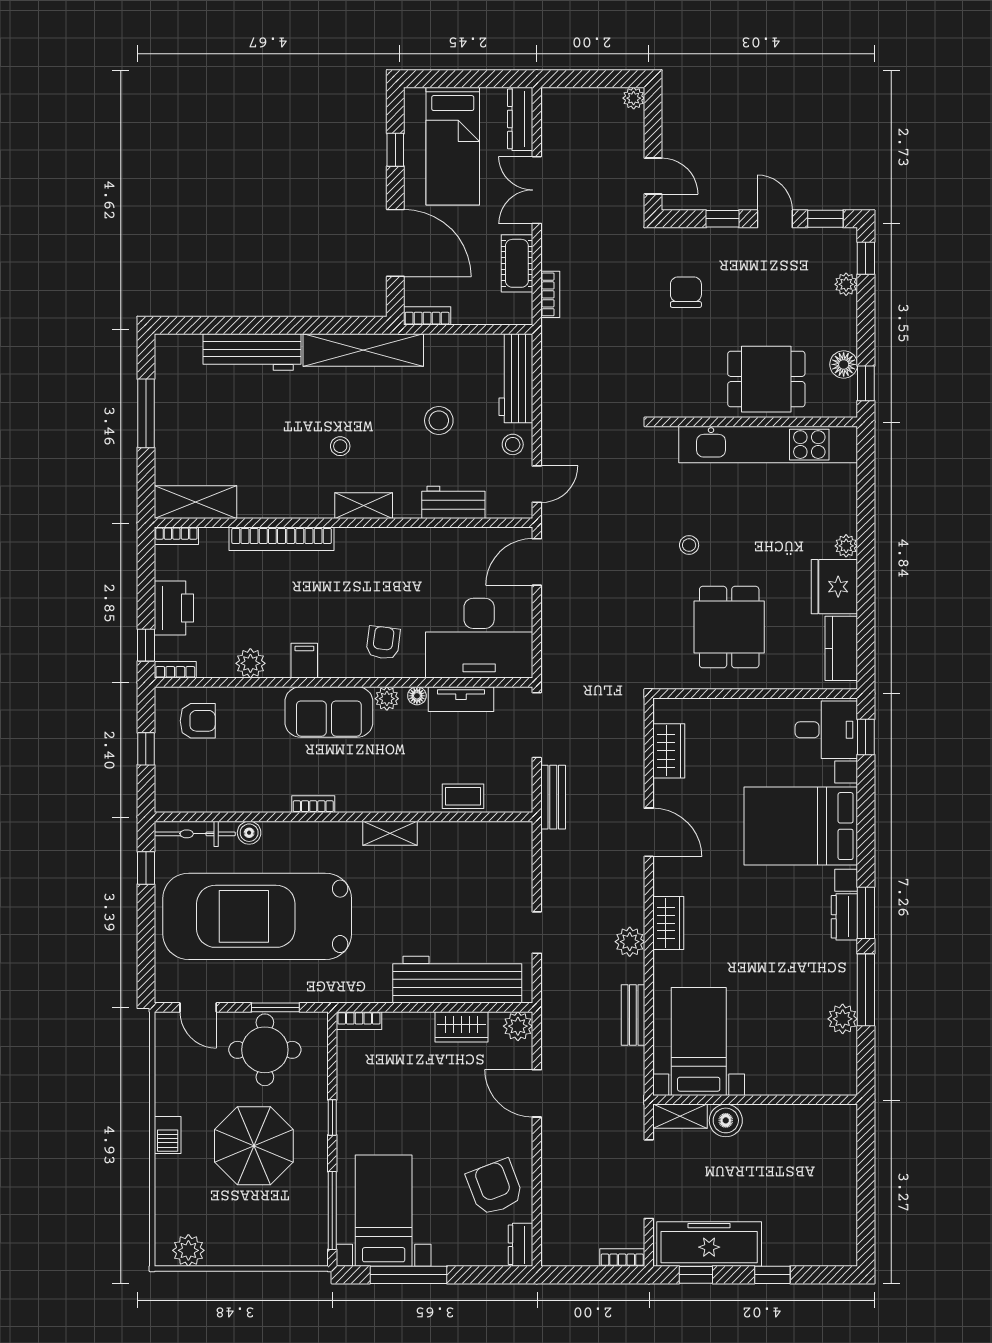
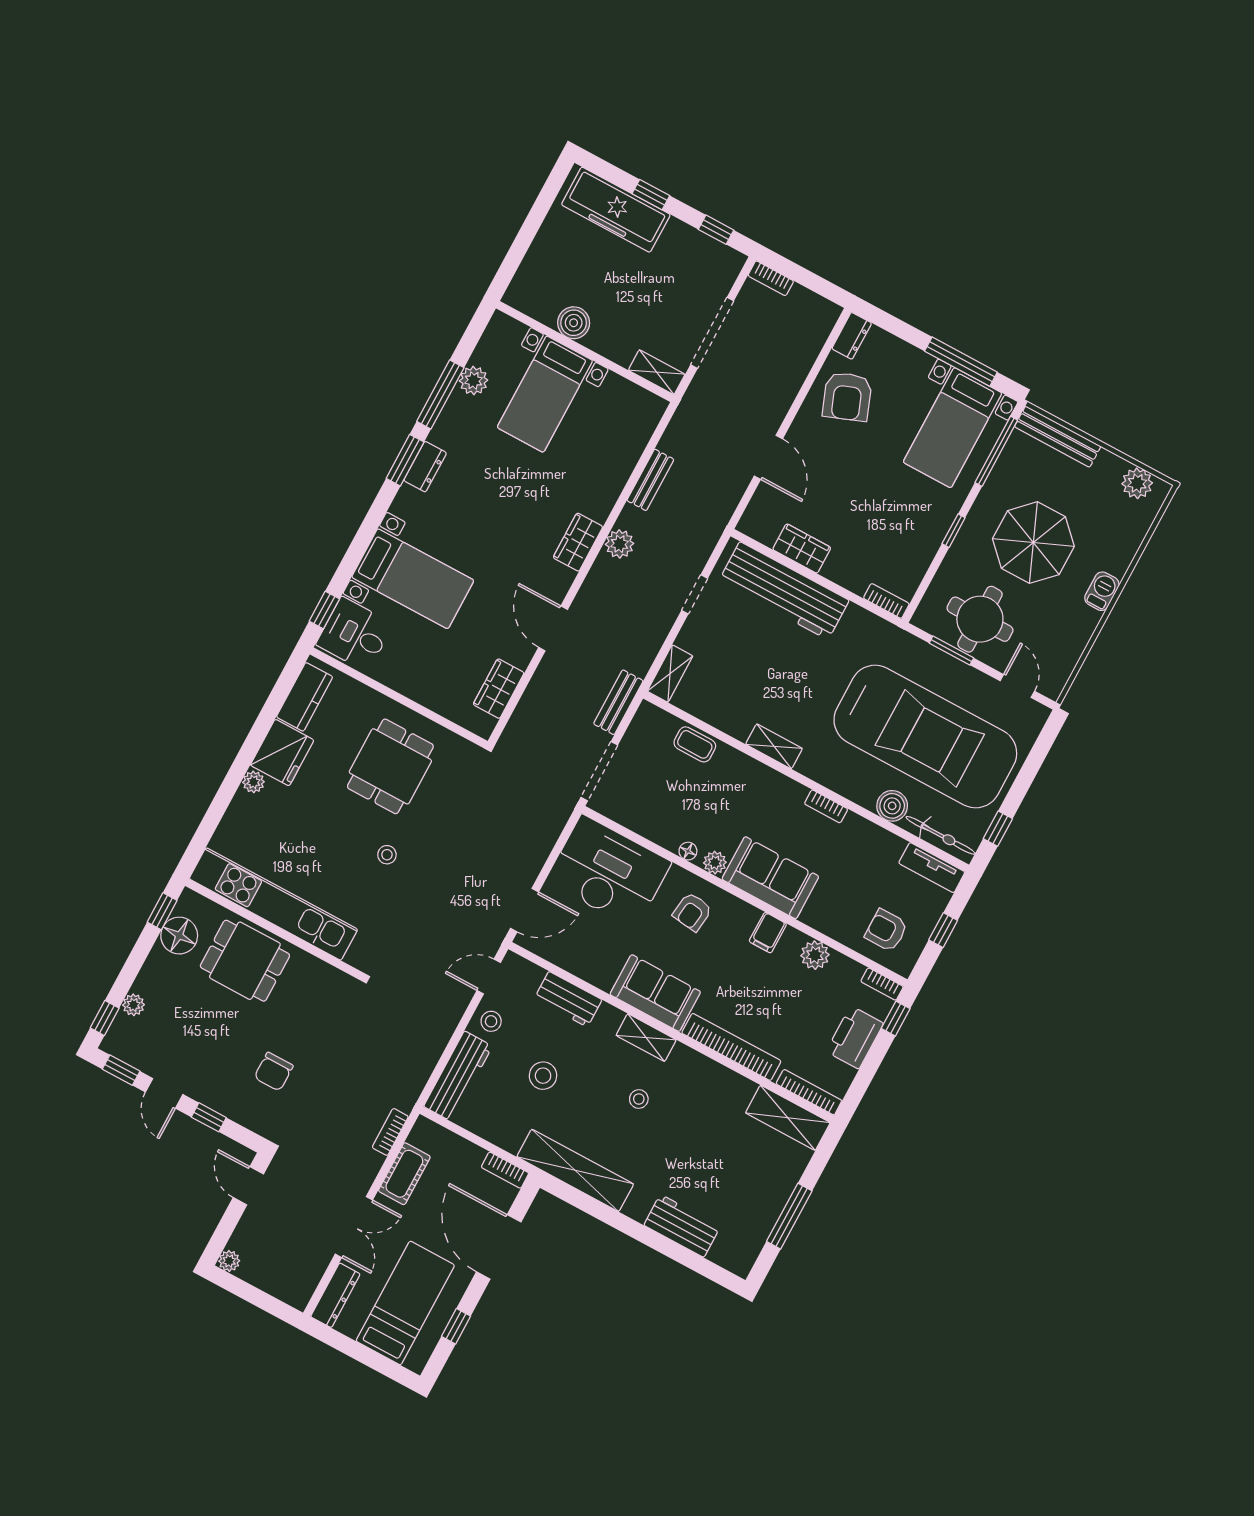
workbench: (252, 352) -> (682, 1226), width x0.73
floor lamp: (844, 364) -> (179, 936), width x1.38, depth x1.38
bookcase: (176, 536) -> (809, 1092), width x1.56
sofa: (377, 551) -> (655, 993), added
tv unit: (461, 699) -> (932, 868), moved, turned 180
bed with nightstands: (801, 826) -> (413, 579), width x0.73
boiler: (249, 833) -> (892, 806), width x1.36, depth x1.36
shelving: (520, 848) -> (670, 674), added
plant: (518, 1026) -> (754, 523), removed
bed with nightstands: (699, 1042) -> (545, 394), moved
boiler: (726, 1120) -> (574, 323), moved
freezer: (709, 1244) -> (616, 210), moved
bench: (284, 1254) -> (1058, 437), added

